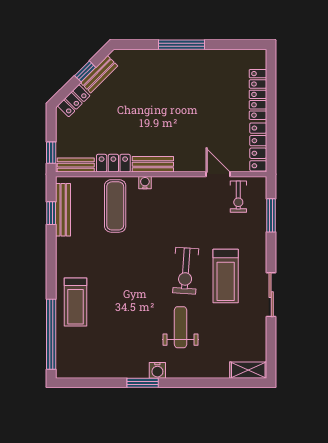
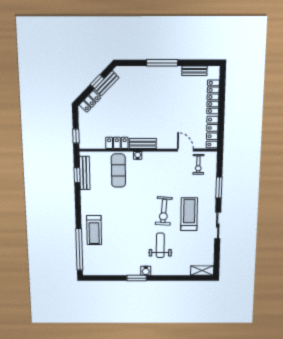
bench: (76, 165) -> (194, 71), moved
window: (271, 215) -> (219, 188), moved
treadmill: (226, 276) -> (189, 214), turned 180

